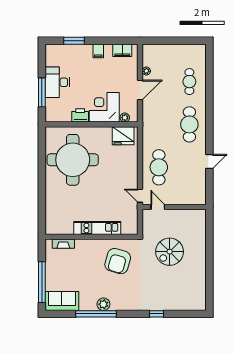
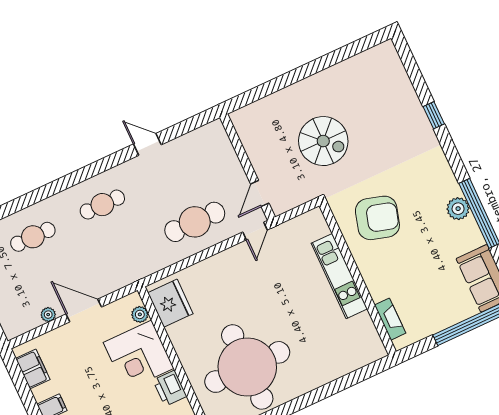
cafe table: (189, 124) -> (102, 205), width x0.73, depth x0.74

